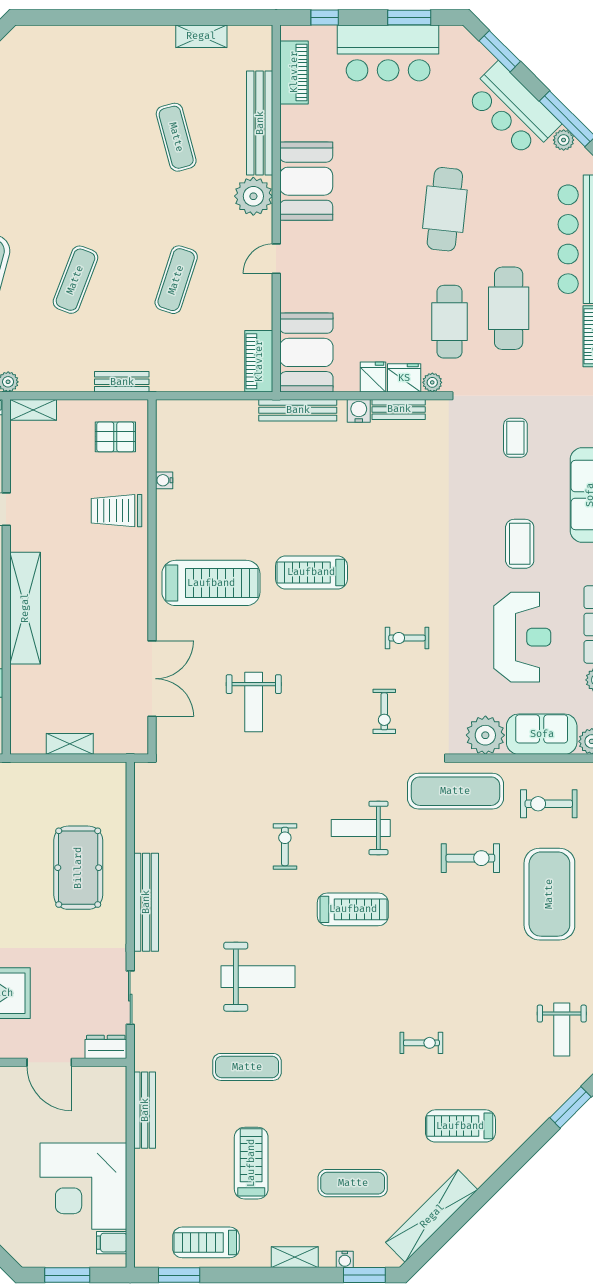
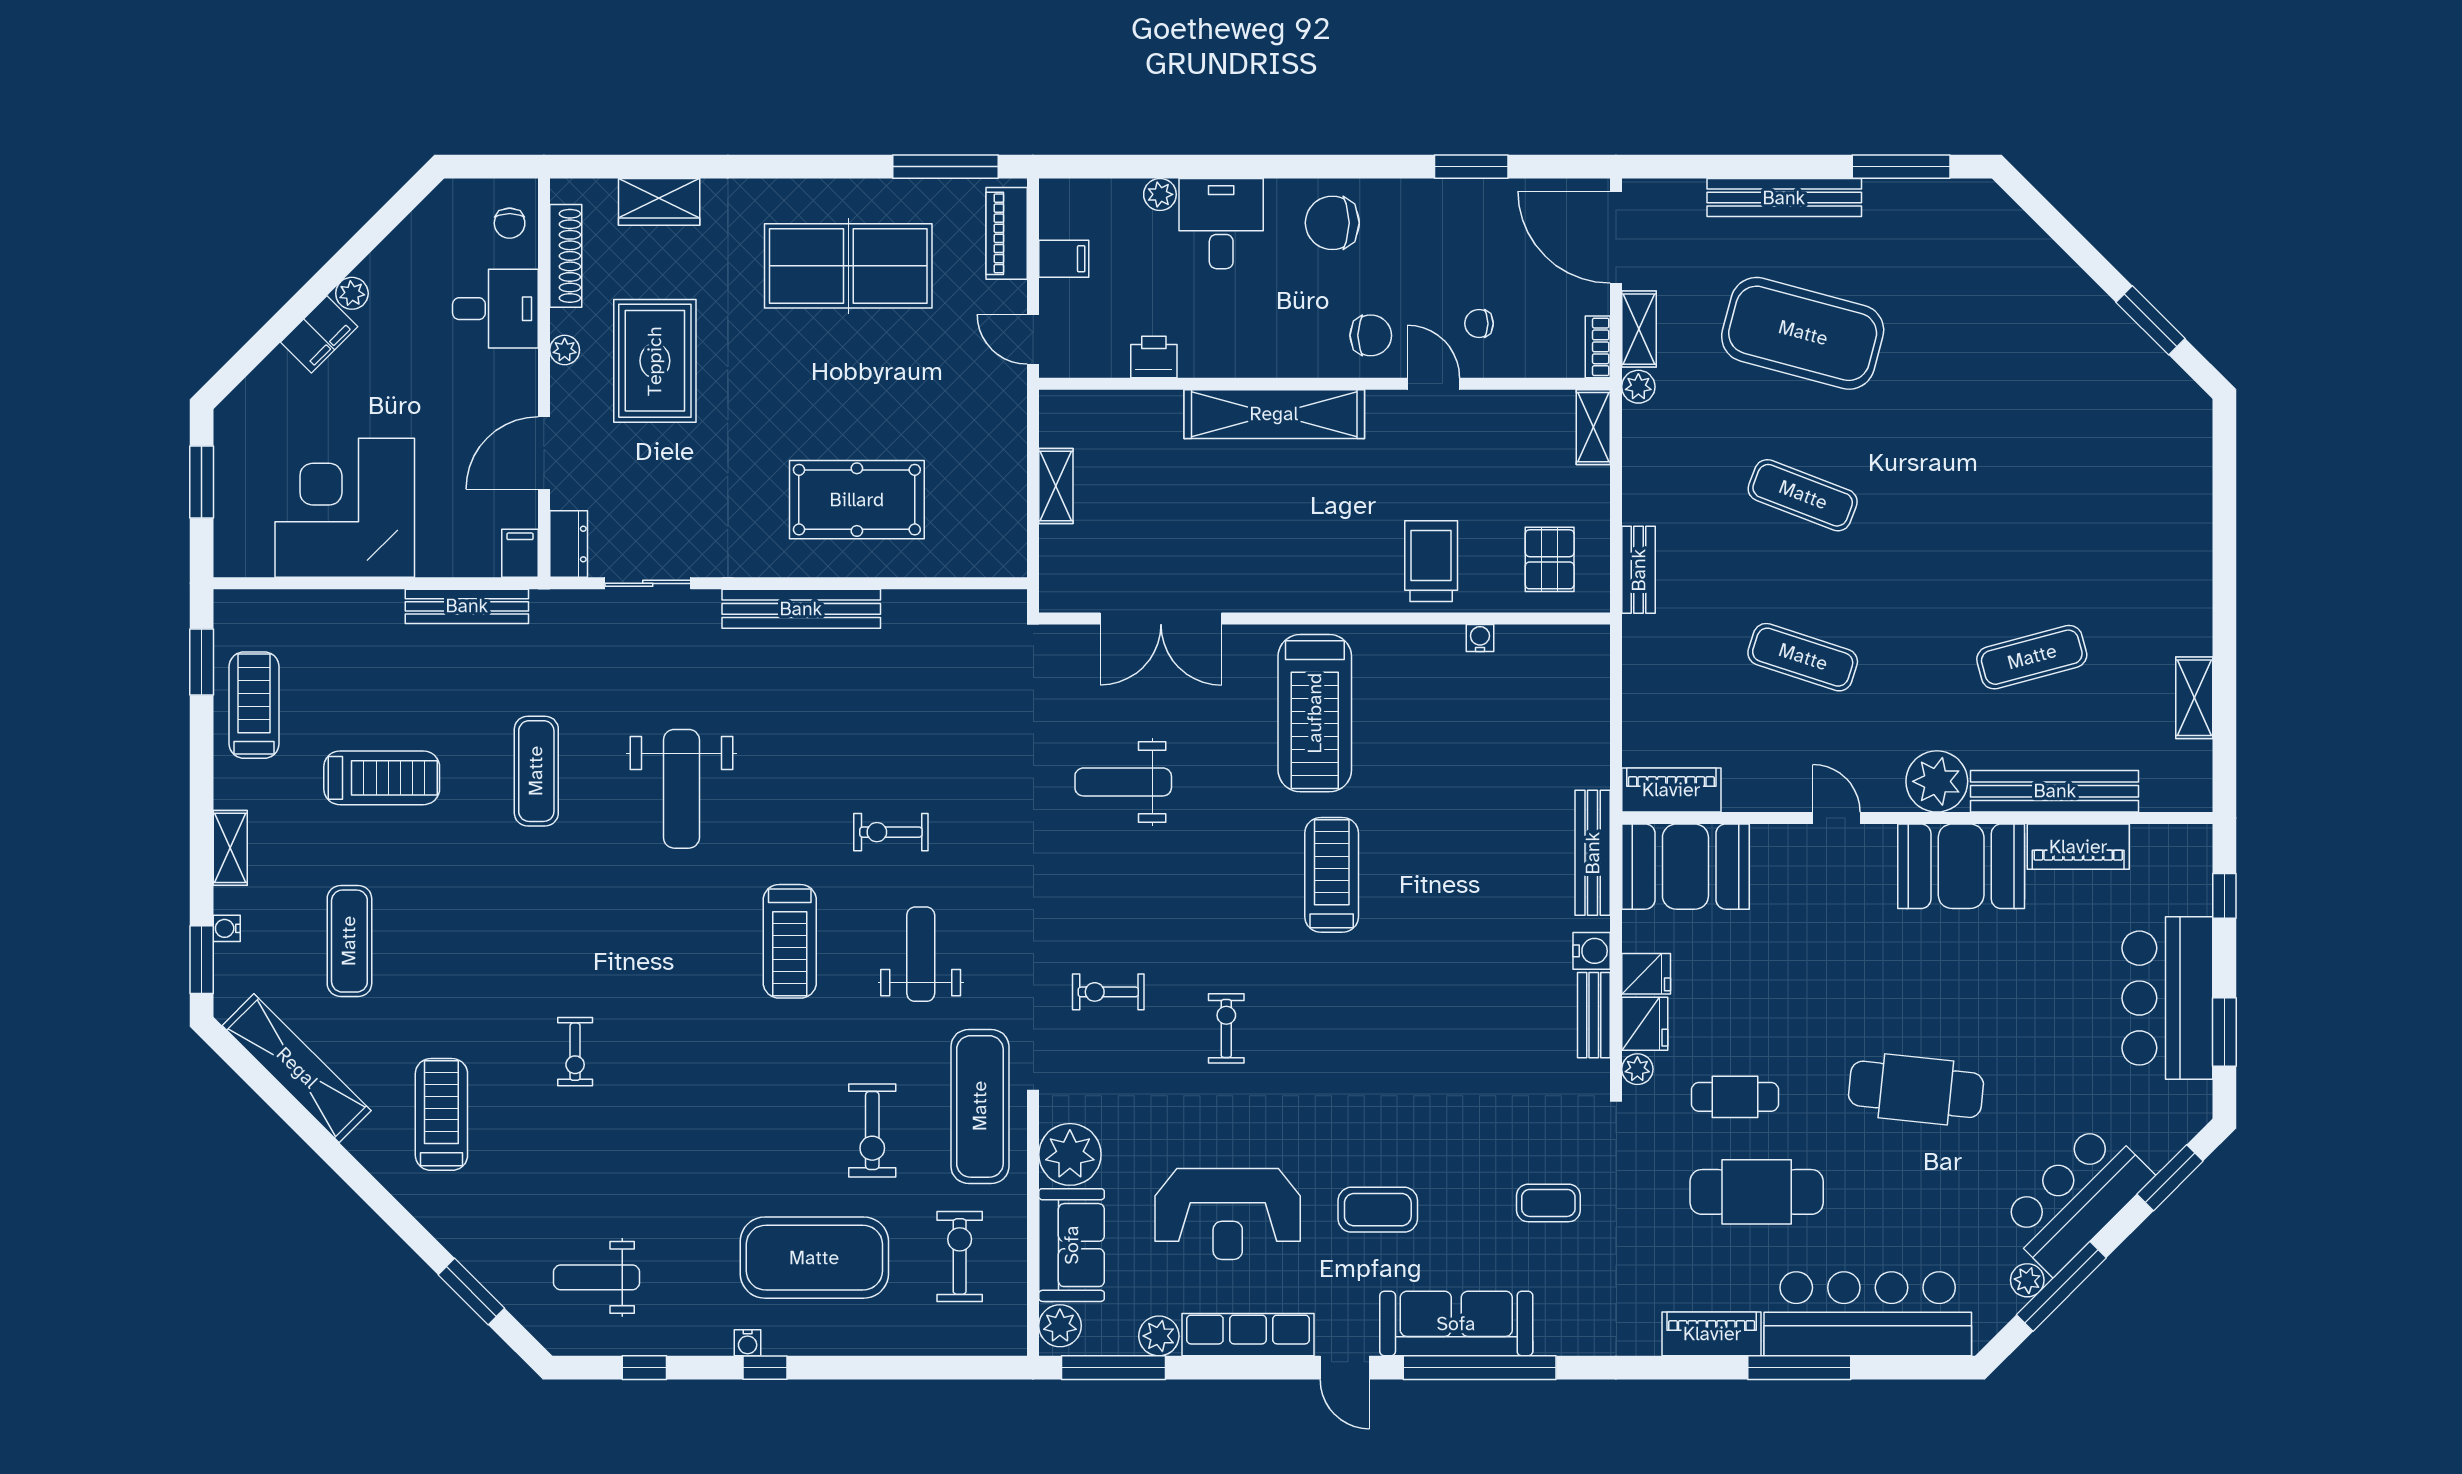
piano: (294, 72) -> (2078, 847), moved
cafe table: (450, 322) -> (1735, 1097), width x0.73, depth x0.74
exercise bike: (285, 846) -> (891, 832), turned 180
filing cabinet: (112, 1243) -> (520, 553), moved

